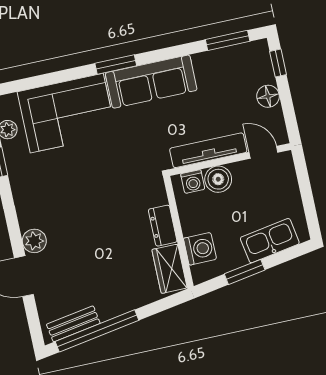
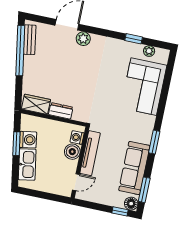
window: (116, 65) -> (154, 142), moved
sofa: (151, 82) -> (134, 168), moved
floor lamp: (268, 96) -> (131, 204), moved
washing machine: (200, 249) -> (28, 140), moved, turned -100

